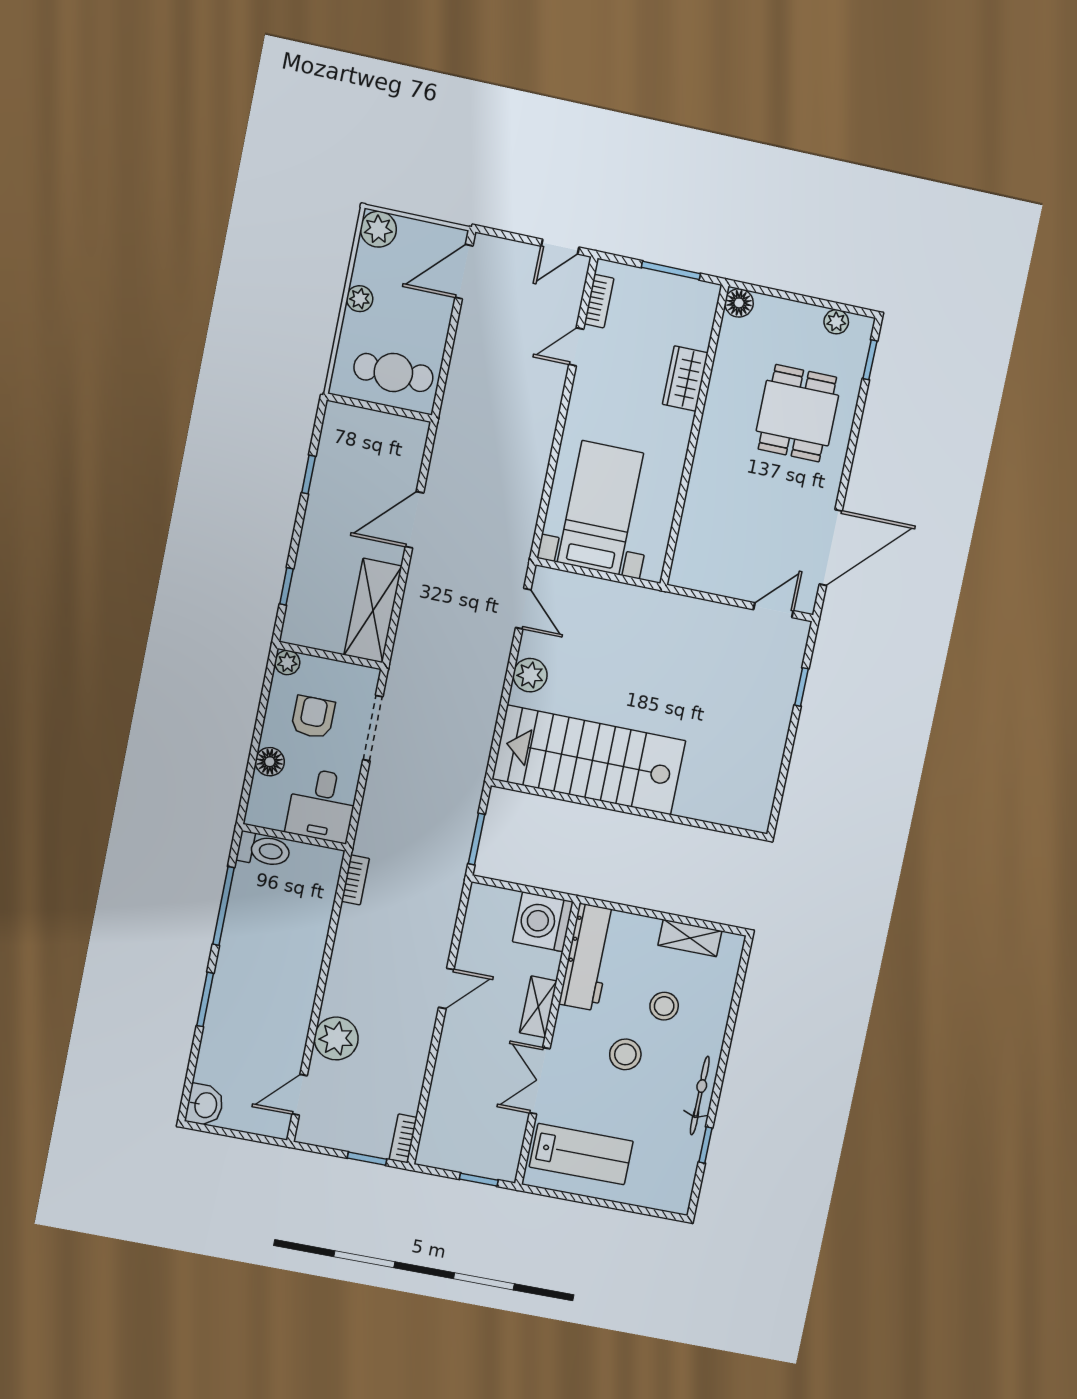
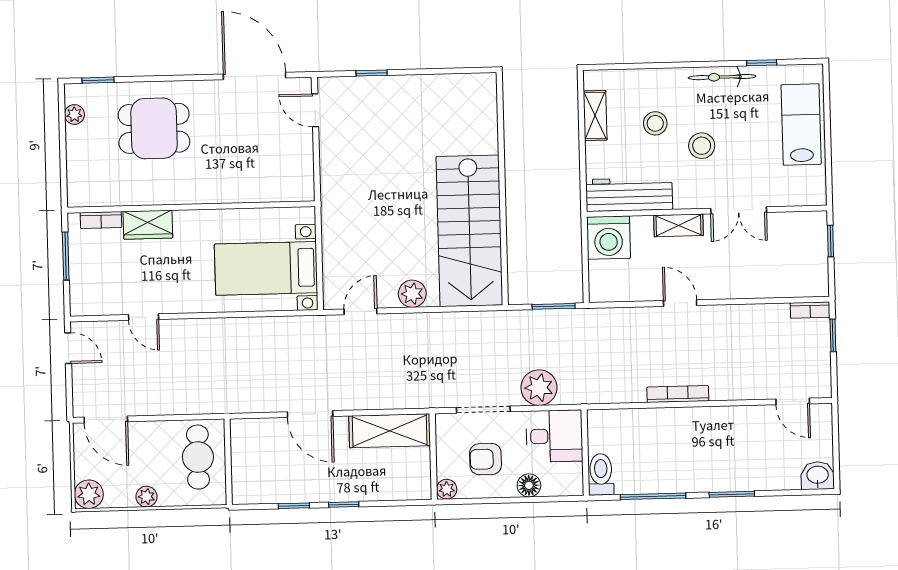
bookcase: (599, 301) -> (101, 220), moved, turned 180
floor lamp: (739, 303) -> (78, 196), removed
window: (286, 586) -> (344, 504), moved
bookcase: (355, 880) -> (678, 394), moved, width x1.56
plant: (336, 1038) -> (539, 388), moved
lab bench: (581, 1154) -> (801, 124), moved

